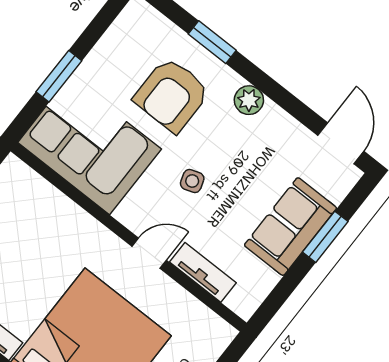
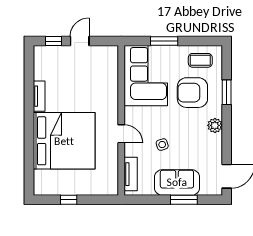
coffee table: (132, 44) -> (200, 60), added
side table: (192, 181) -> (162, 145), moved
tv unit: (203, 272) -> (131, 174), moved

